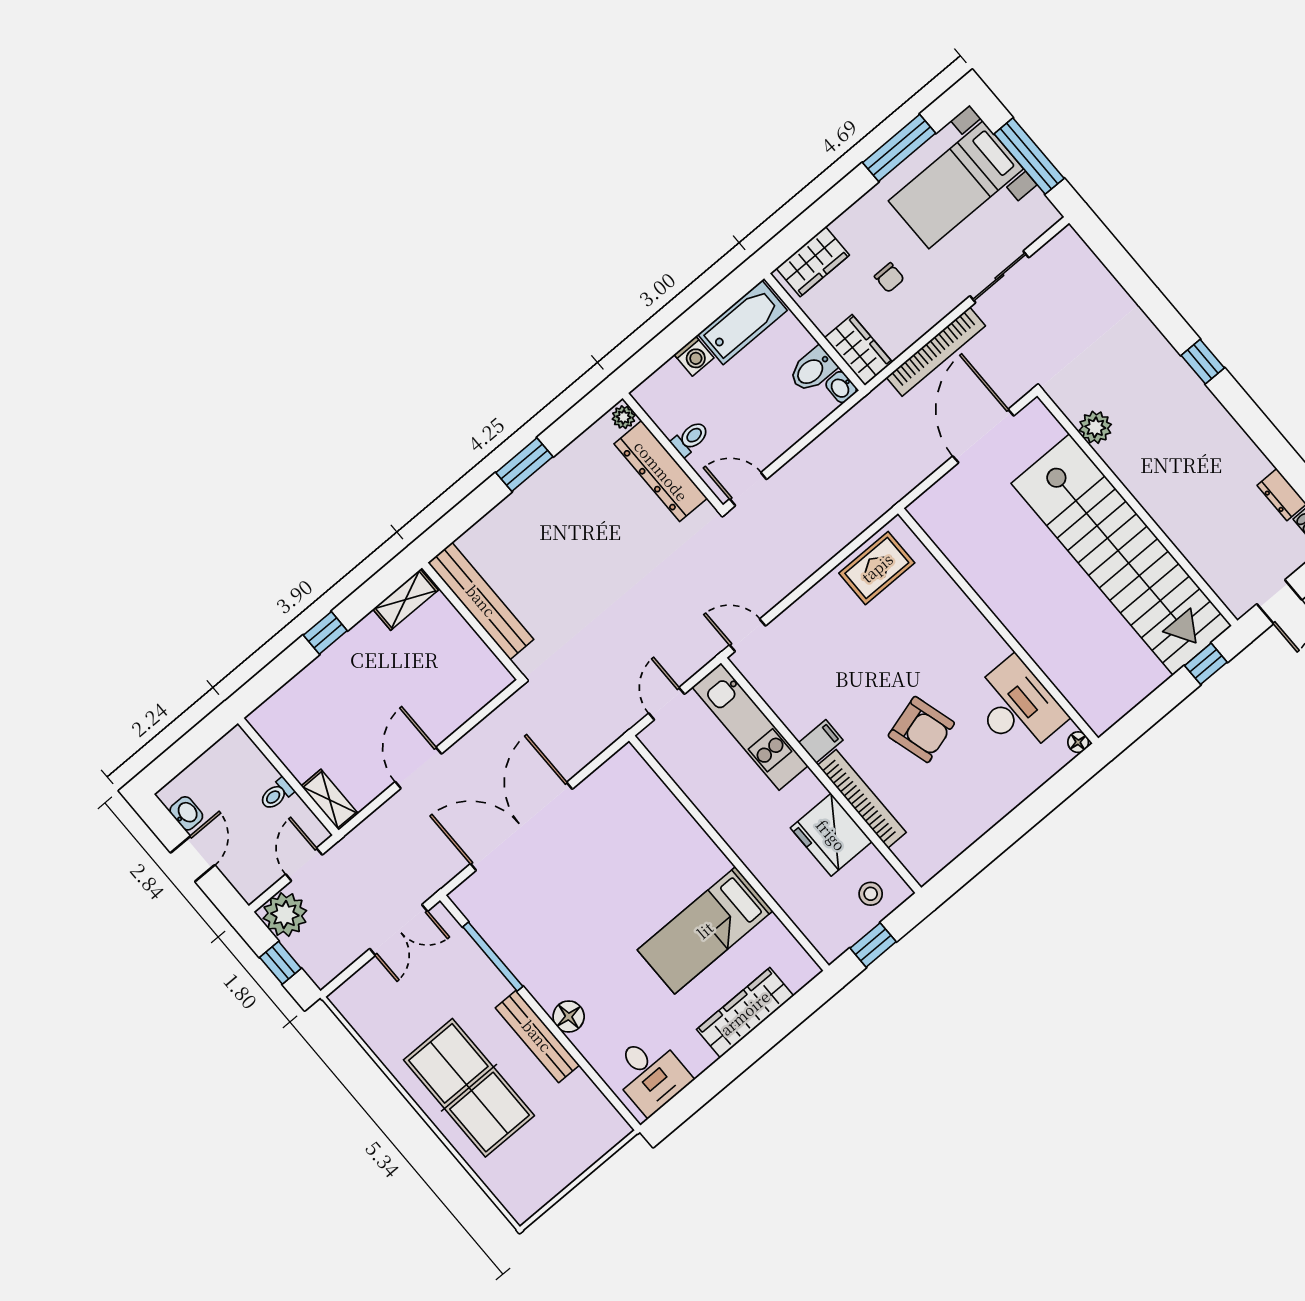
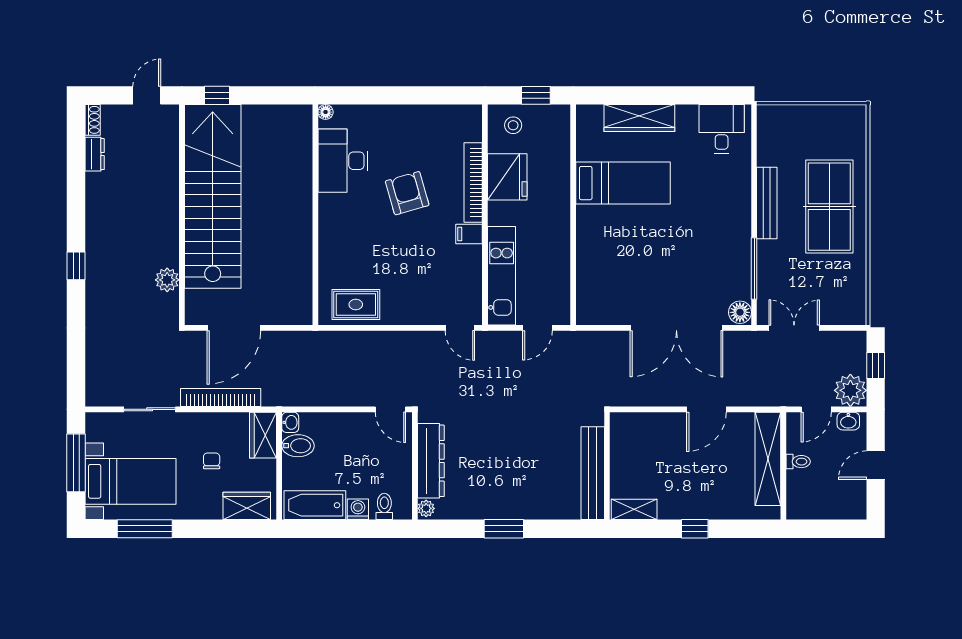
toilet: (690, 438) -> (384, 506), moved, turned 90
shelving: (330, 800) -> (768, 459), width x2.20, depth x1.33
washbasin: (186, 813) -> (848, 421), moved, turned -90
floor lamp: (569, 1017) -> (740, 312), moved

